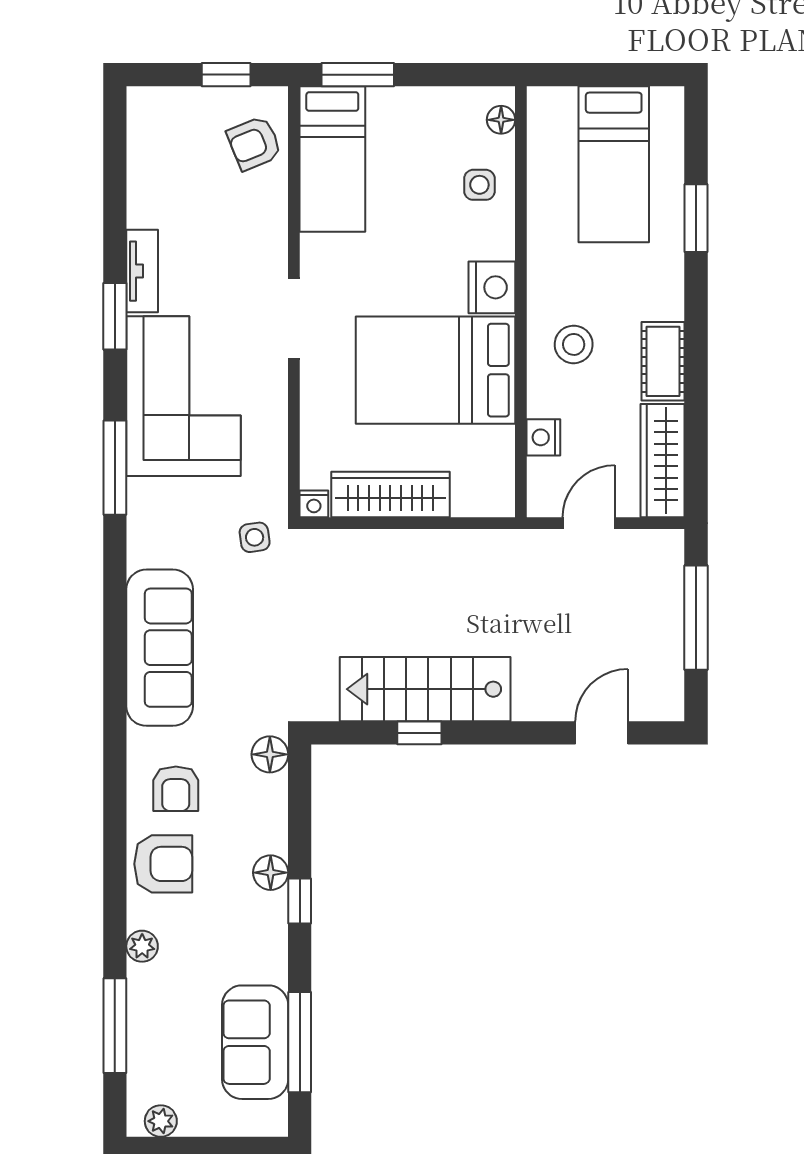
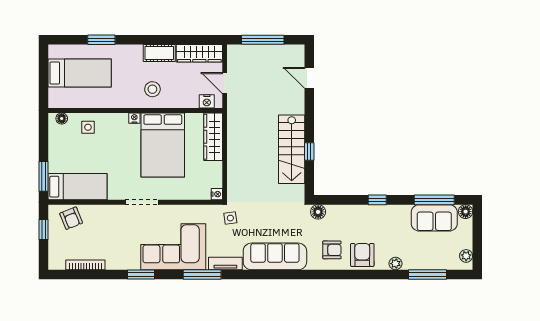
bookcase: (139, 178) -> (85, 265), added
tv unit: (142, 271) -> (225, 263), moved
nightstand: (492, 287) -> (134, 118), width x0.53, depth x0.56
nightstand: (543, 437) -> (207, 101), moved
wardrobe: (390, 494) -> (213, 137), moved
floor lamp: (271, 873) -> (466, 212), moved

